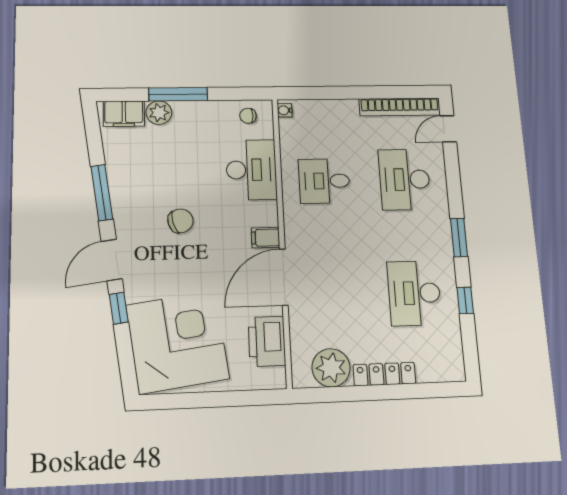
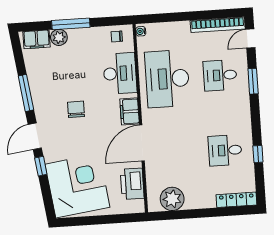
desk: (405, 179) -> (220, 75), width x0.73
desk: (324, 181) -> (167, 79), width x1.87, depth x1.30
chair: (180, 221) -> (76, 109), turned -74
filing cabinet: (266, 238) -> (130, 111), width x2.00
window: (459, 238) -> (253, 81), moved
desk: (414, 293) -> (225, 150), width x0.73
locker: (384, 374) -> (236, 200), moved

